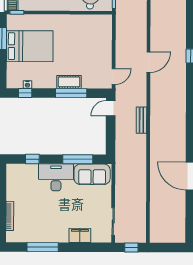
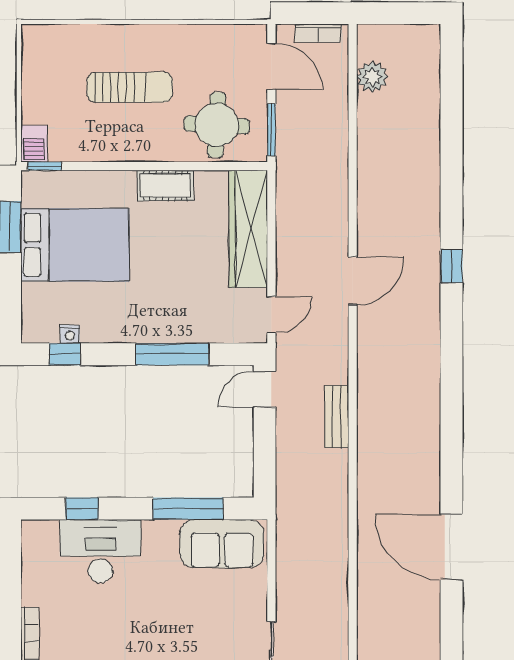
wardrobe: (104, 40) -> (248, 229), added
cot: (69, 82) -> (165, 185), moved
desk: (56, 177) -> (100, 551), moved

